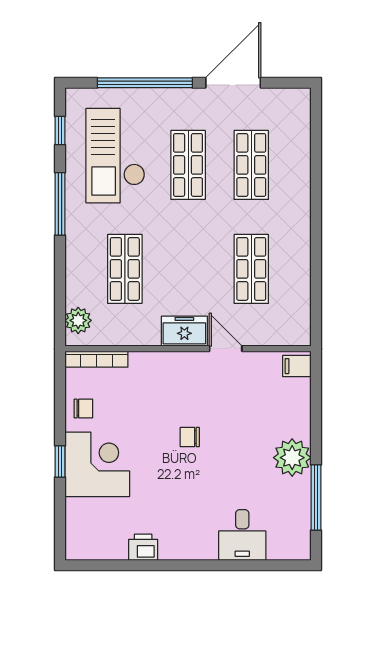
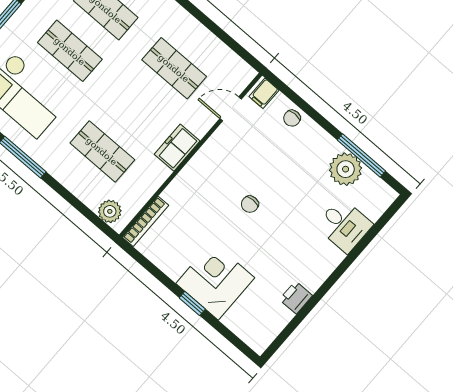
door: (226, 349) -> (231, 109), moved
chair: (83, 409) -> (292, 118), moved, turned 180
plant: (292, 458) -> (346, 169), moved

